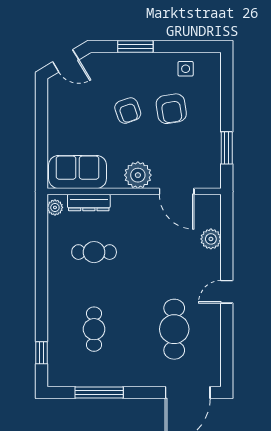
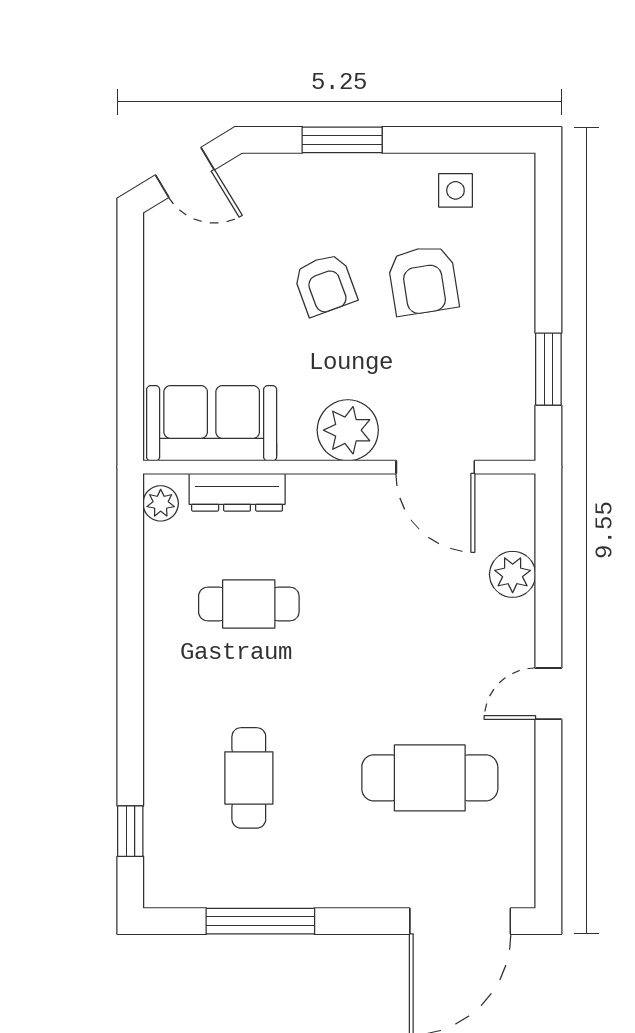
cafe table: (174, 329) -> (430, 778), turned 90

